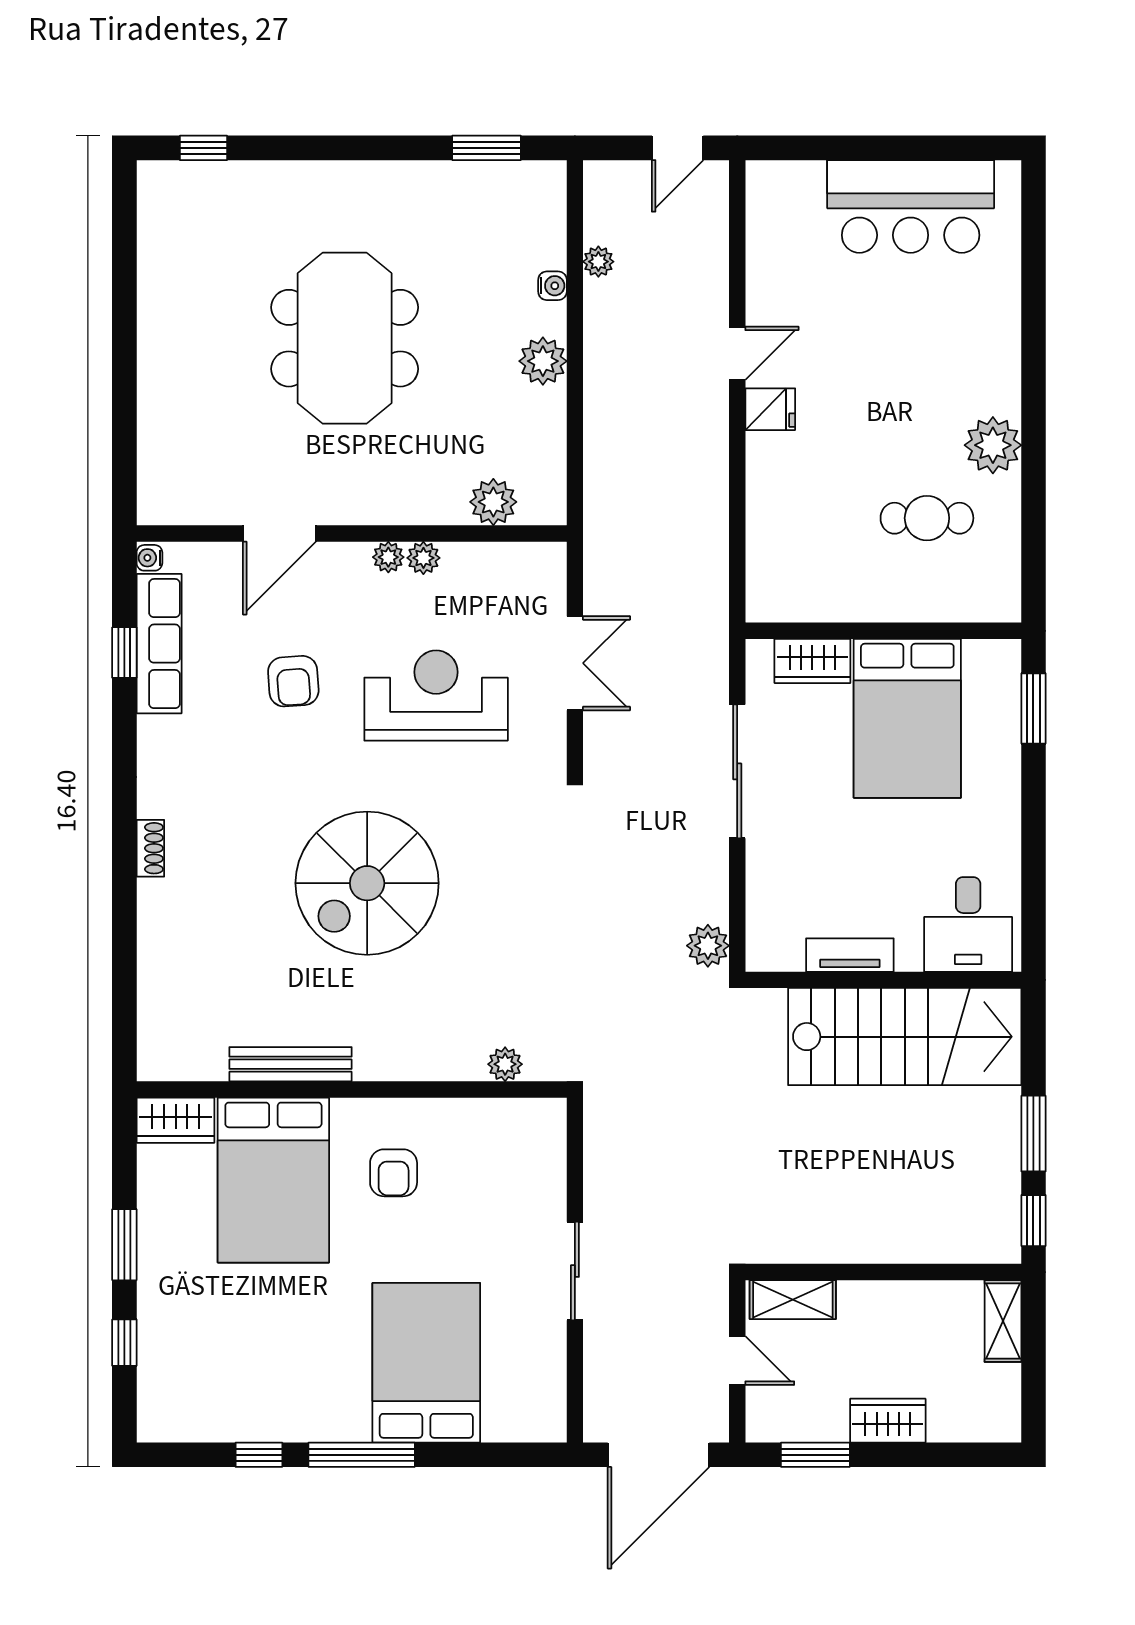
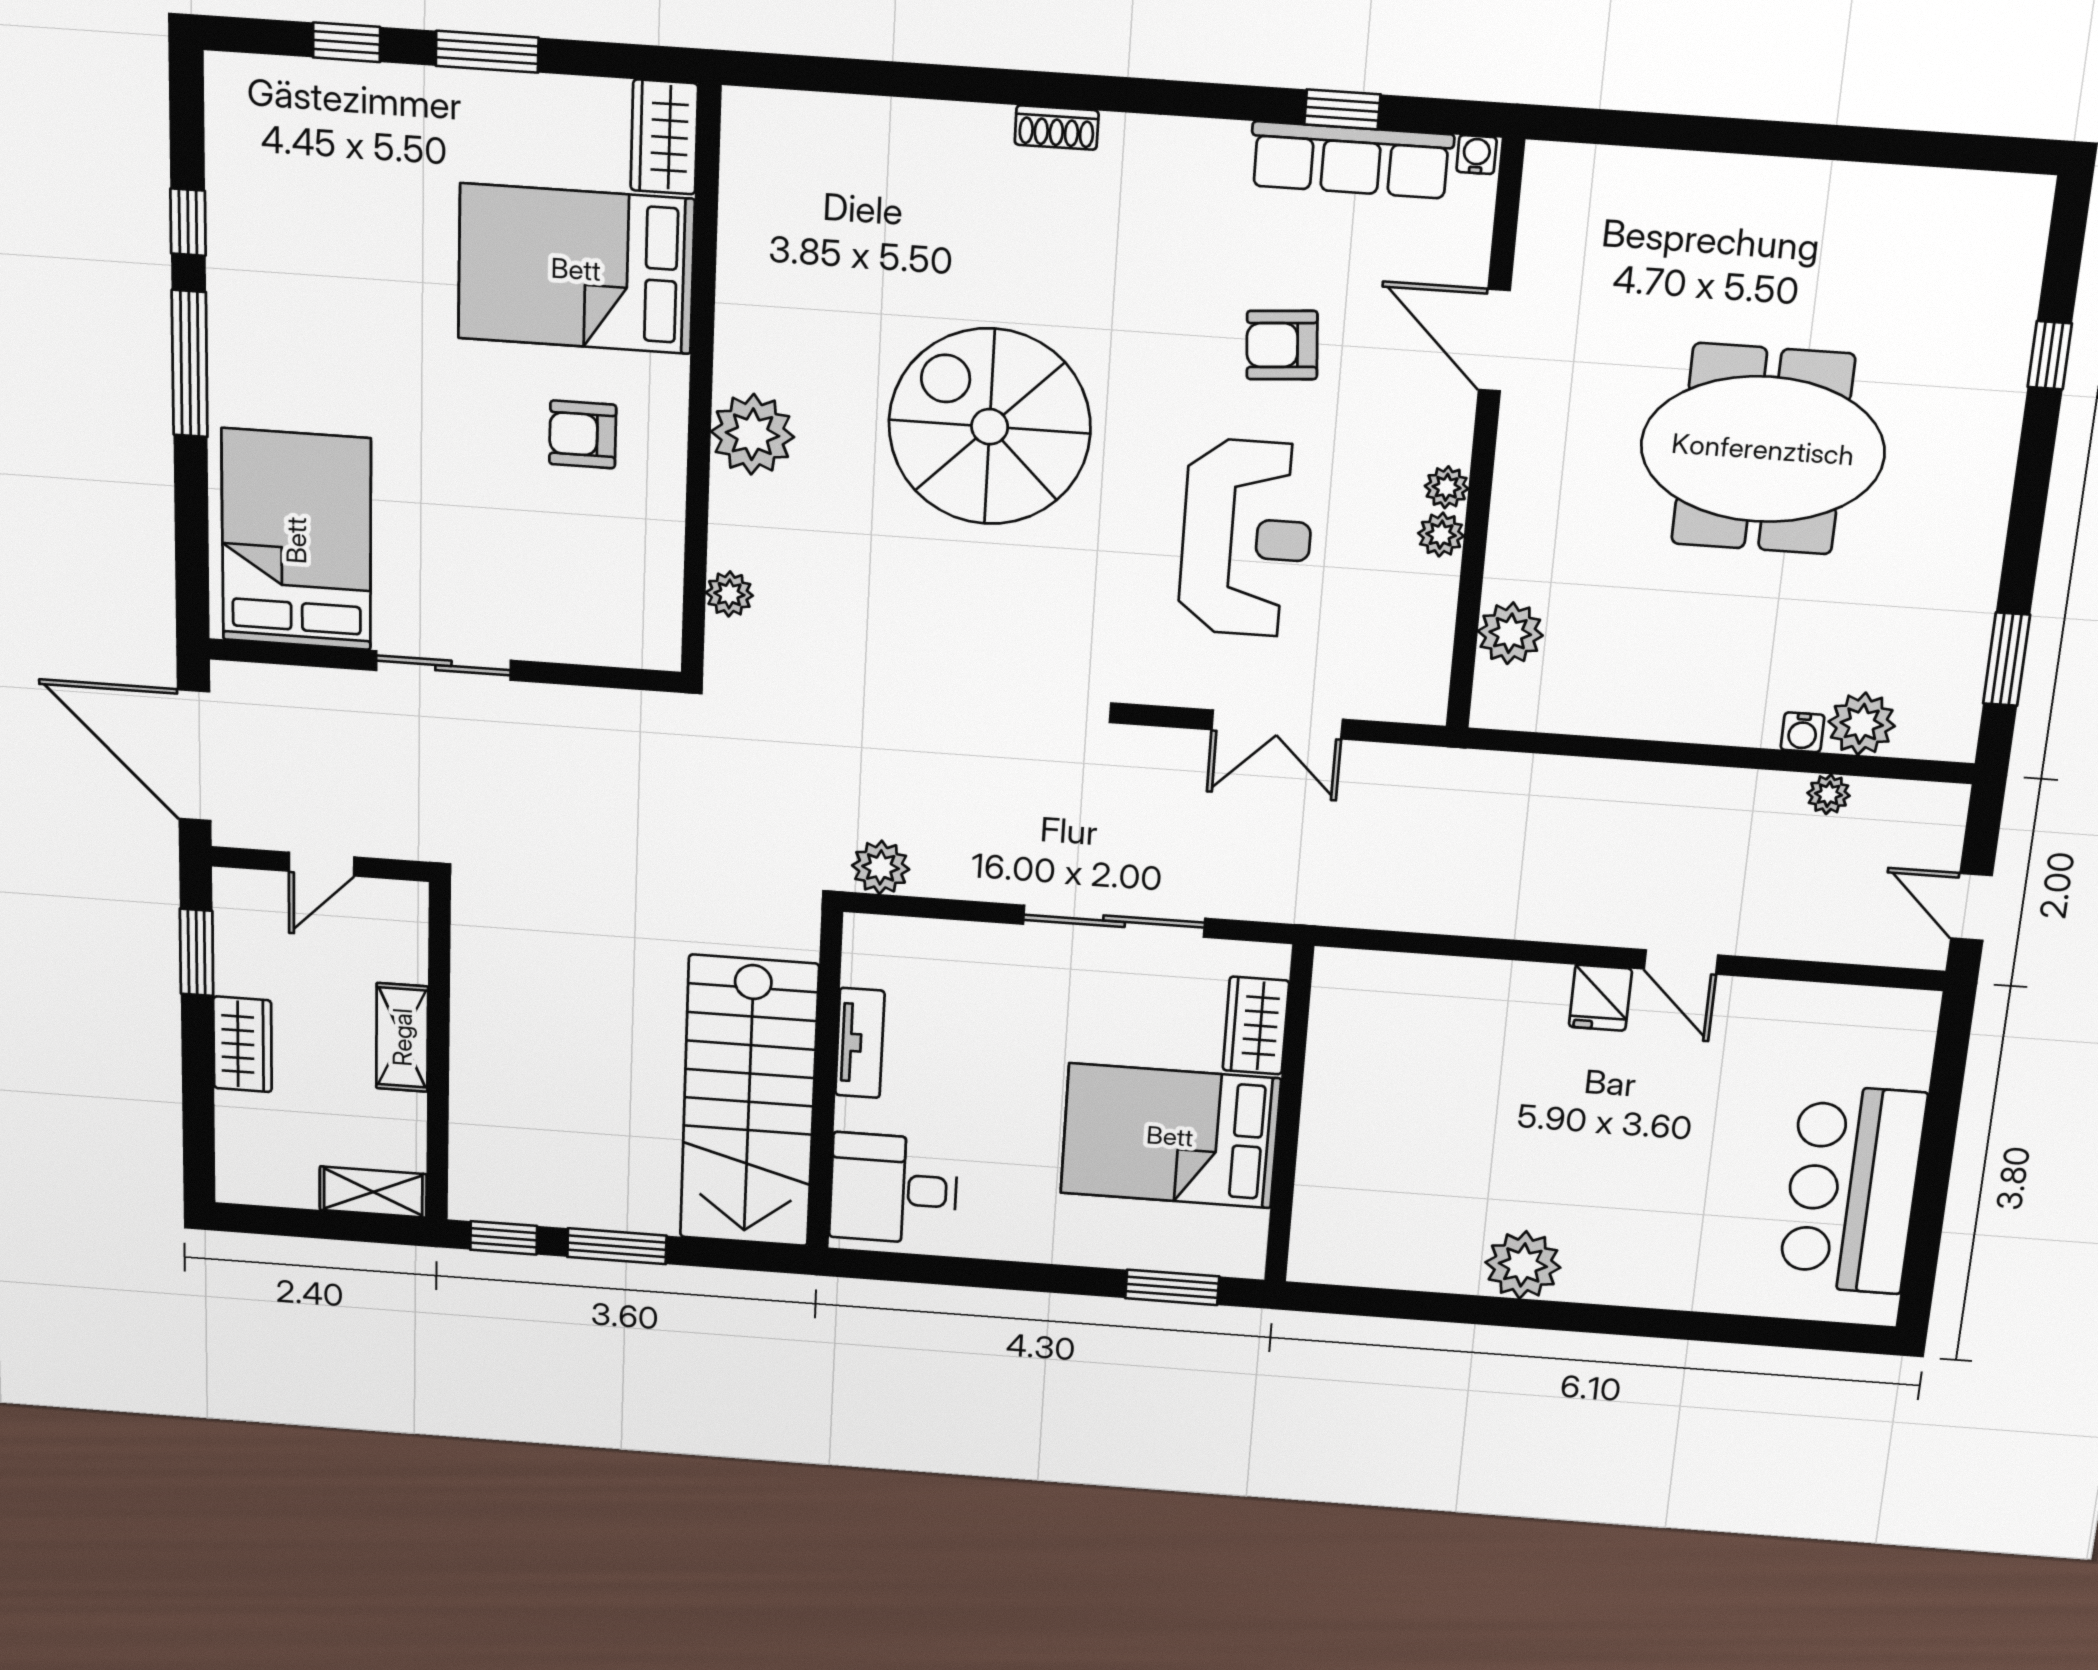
window: (204, 148) -> (2050, 355), moved
plant: (543, 361) -> (1862, 724), moved
cafe table: (927, 518) -> (1434, 1179), removed
plant: (385, 1052) -> (752, 434), added
bench: (290, 1064) -> (739, 304), removed
shelving: (793, 1300) -> (402, 1037), moved
bed: (426, 1363) -> (296, 540), moved, turned -90

